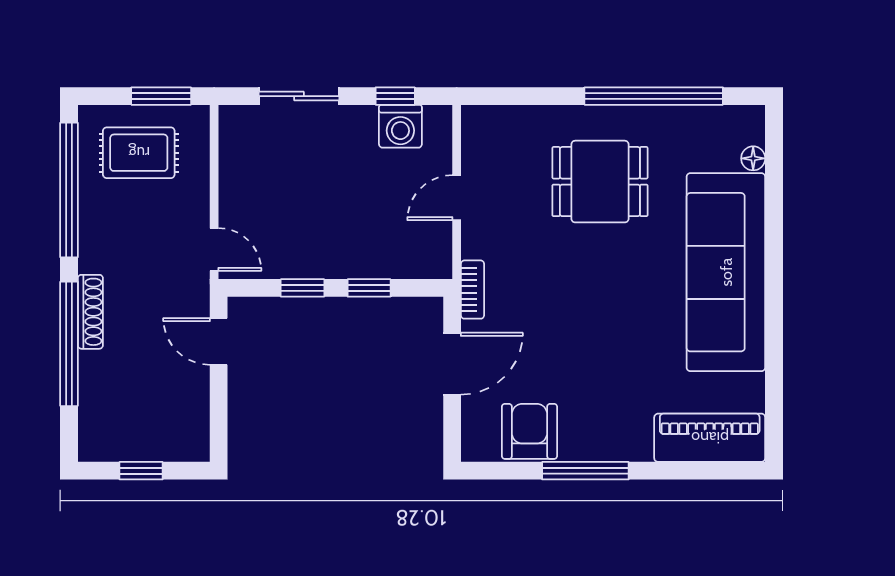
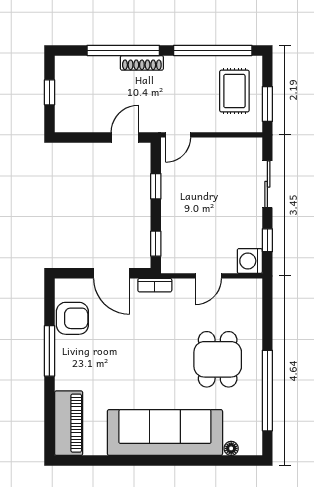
washing machine: (400, 126) -> (250, 261), moved
door: (457, 198) -> (208, 276), swing flipped
window: (369, 288) -> (156, 244), moved

